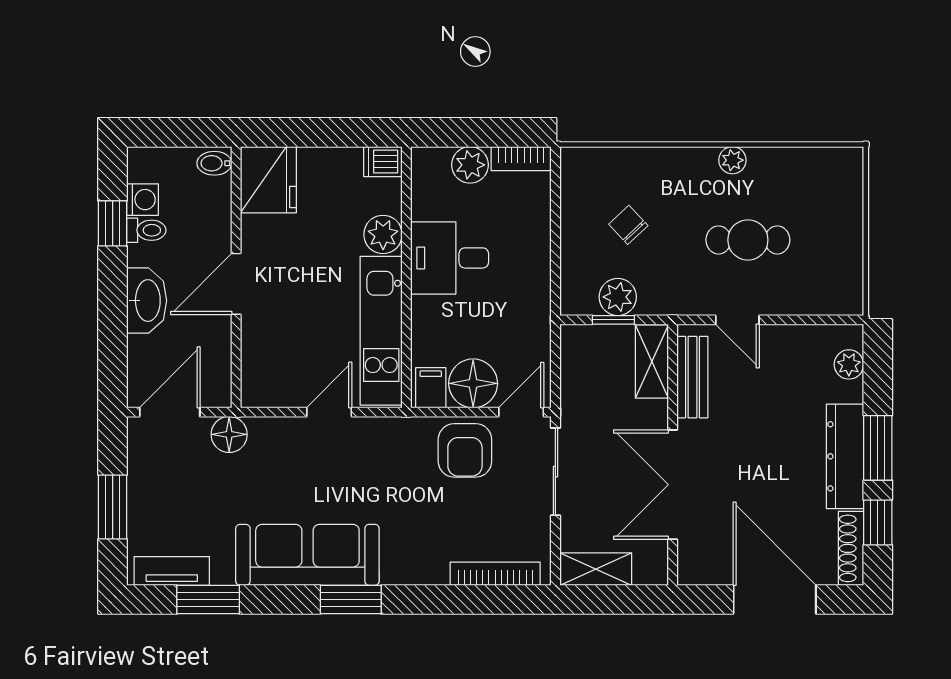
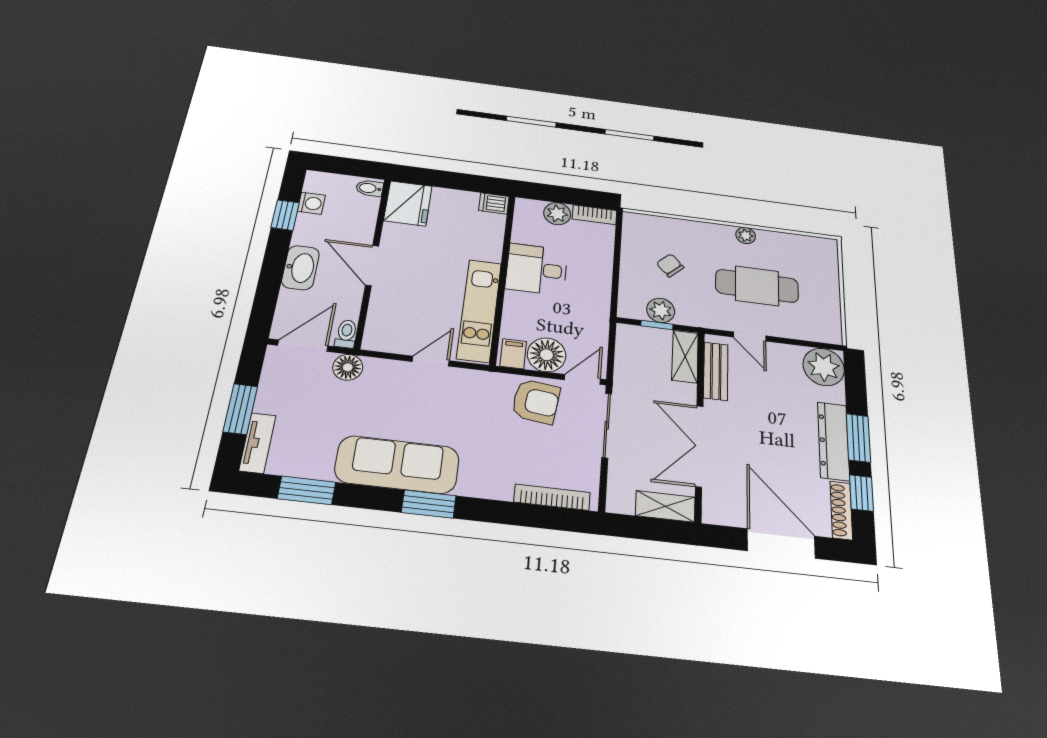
toilet: (146, 230) -> (346, 334), moved, turned -90
plant: (383, 234) -> (488, 248), removed
cafe table: (748, 240) -> (757, 286), width x1.37, depth x1.35
door: (236, 284) -> (372, 265), hinge flipped
plant: (849, 364) -> (824, 367), width x1.87, depth x1.87
armchair: (465, 450) -> (536, 401), turned -83
shelving: (596, 569) -> (665, 506), moved
tv unit: (172, 571) -> (258, 443), moved, turned 90

